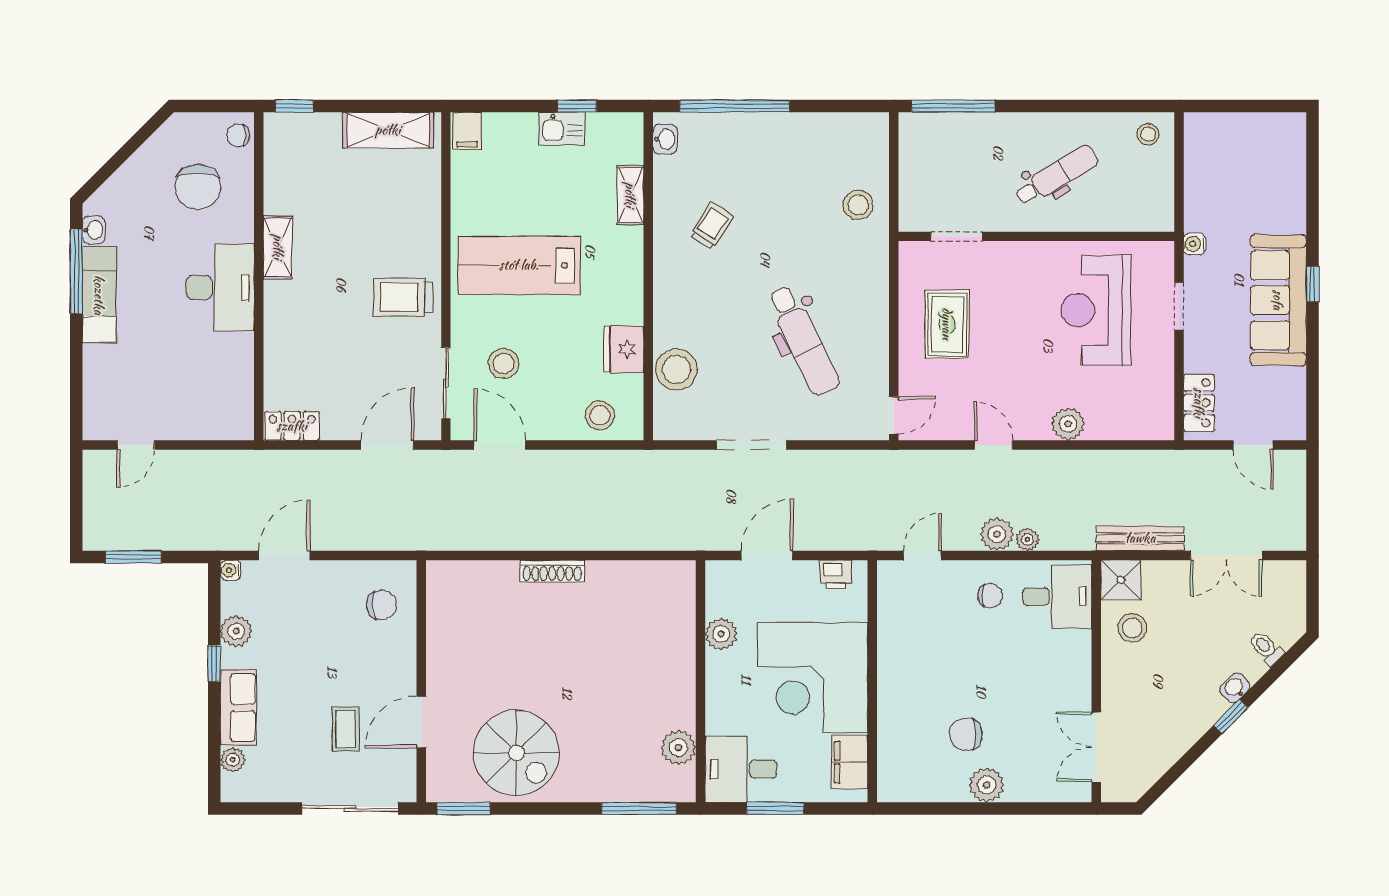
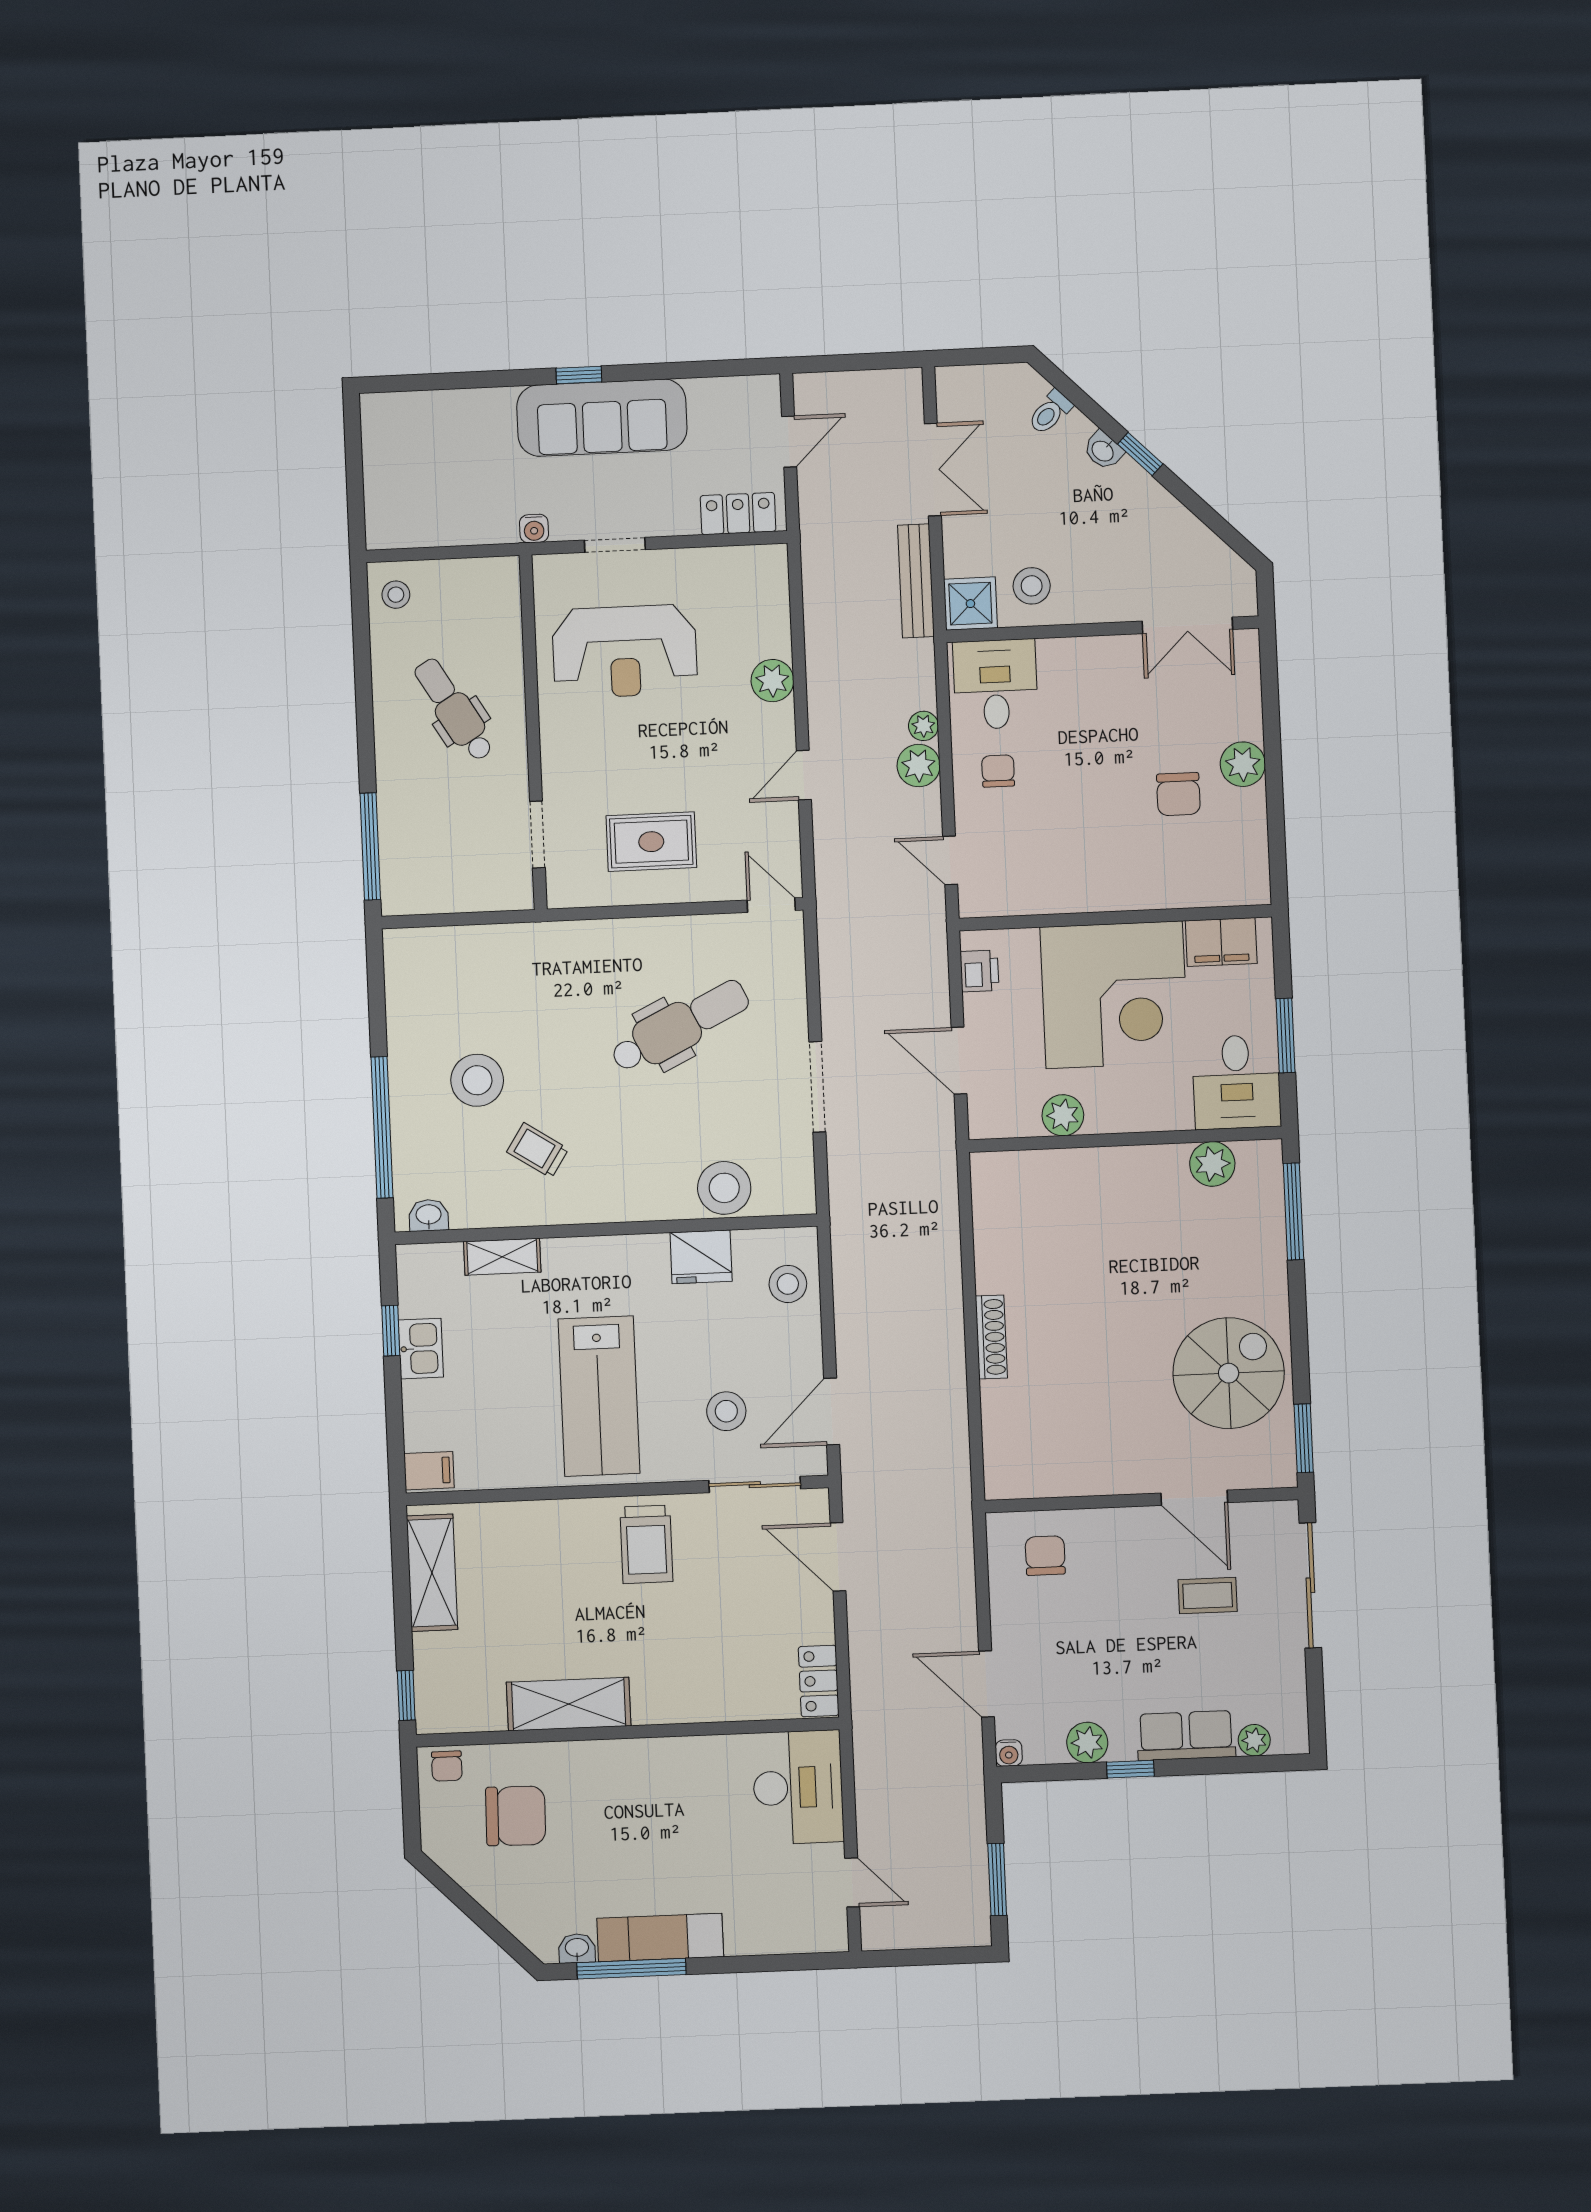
stool: (858, 205) -> (477, 1080), moved, width x1.38, depth x1.38
shelving: (278, 247) -> (569, 1704), width x1.50, depth x1.33
desk: (220, 288) -> (798, 1787), moved, turned 90

